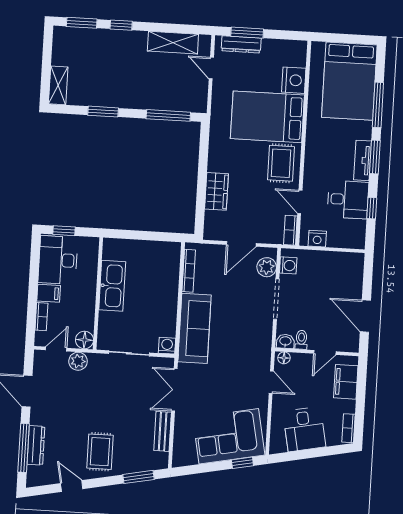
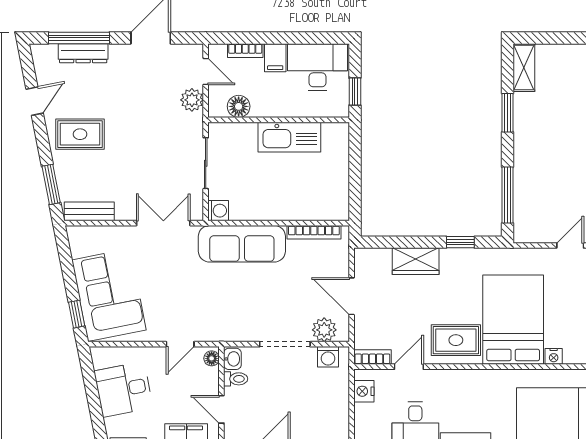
nightstand: (294, 80) -> (554, 356), width x0.53, depth x0.56
shelving: (58, 85) -> (524, 68), moved, turned 90
window: (203, 155) -> (460, 242), added
window: (64, 231) -> (355, 92), moved
floor lamp: (84, 340) -> (239, 106), moved
bench: (163, 431) -> (89, 211), moved

